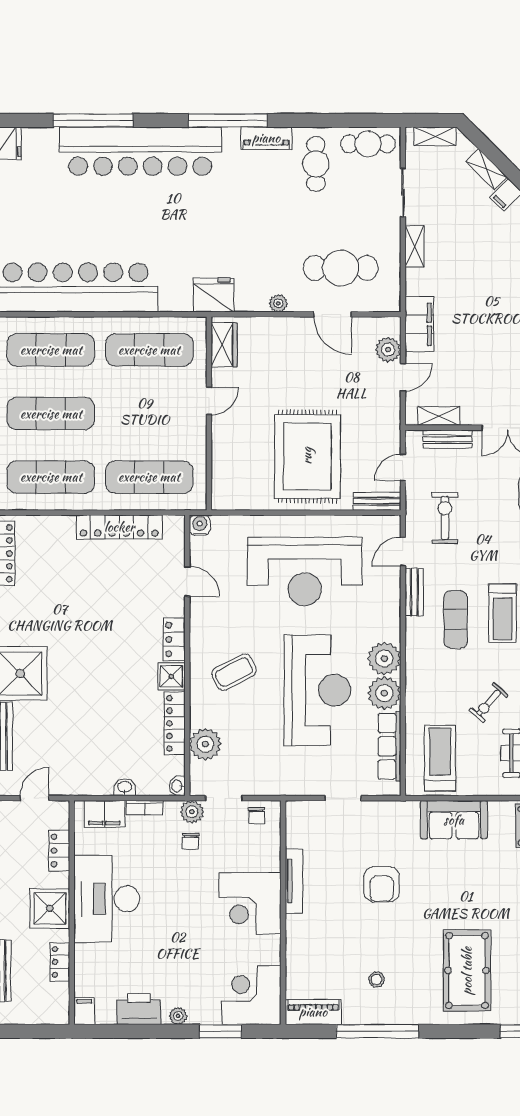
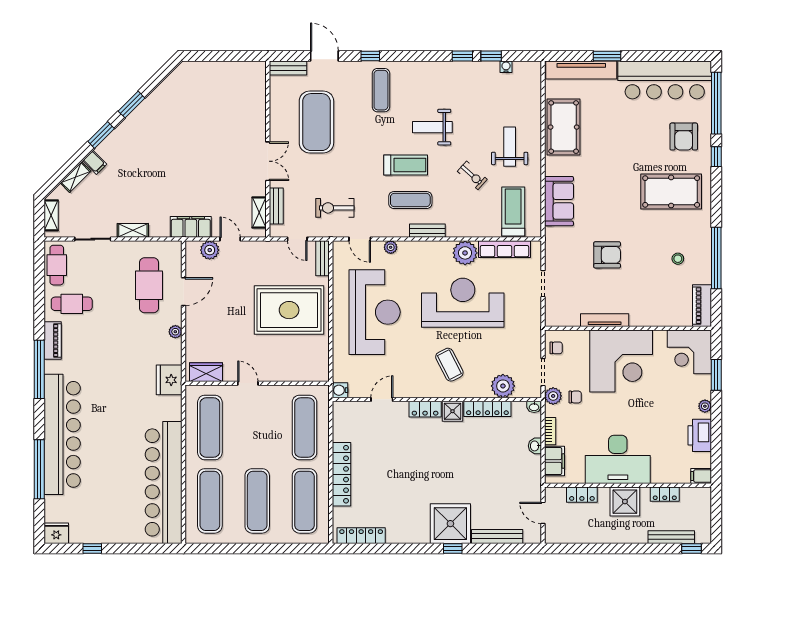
locker: (119, 527) -> (341, 474), moved
bench: (414, 592) -> (427, 231), moved
plant: (384, 658) -> (391, 247), moved, width x0.53, depth x0.53
treadmill: (440, 758) -> (513, 211), turned 90
corner desk: (250, 903) -> (621, 361), width x1.36, depth x1.36

